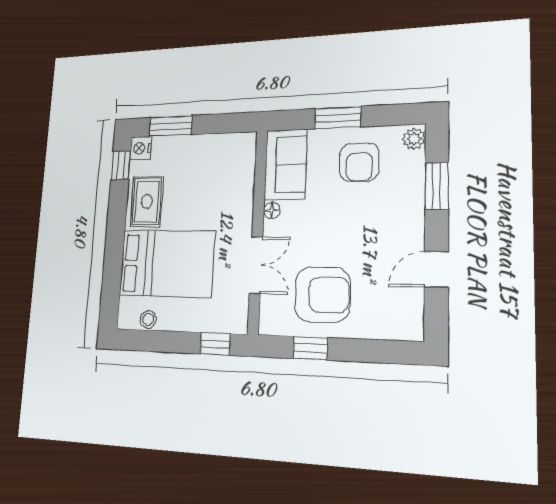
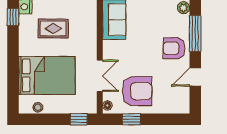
armchair: (359, 162) -> (174, 48), moved, turned 90
window: (437, 186) -> (195, 33), width x1.44
rug: (147, 201) -> (53, 28), moved, turned 90
floor lamp: (272, 210) -> (107, 105), moved

